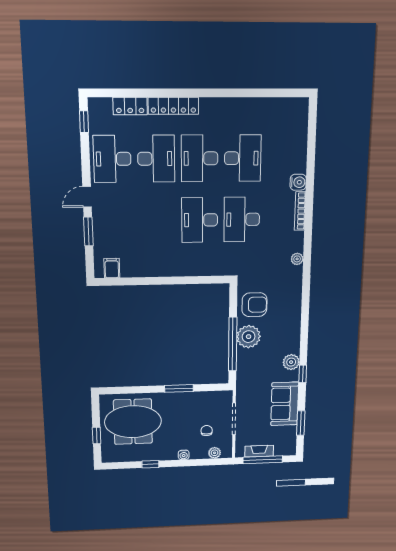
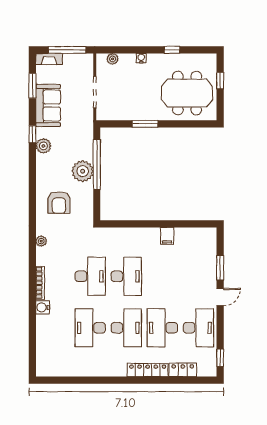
filing cabinet: (112, 268) -> (167, 236), moved
armchair: (254, 305) -> (59, 203), moved, turned -90
chair: (207, 431) -> (120, 82), removed
fireplace: (259, 451) -> (49, 59), moved

